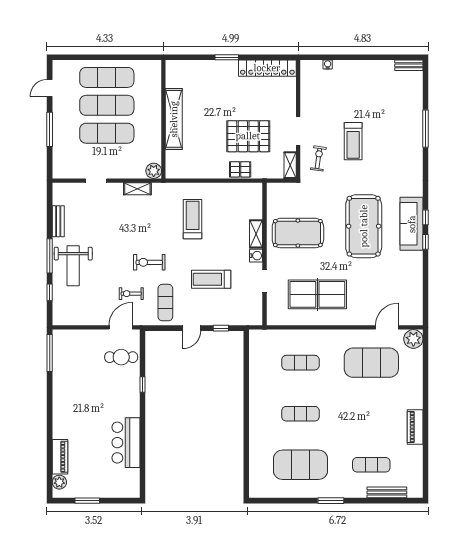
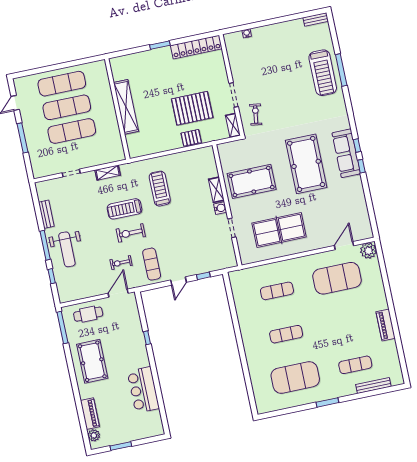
treadmill: (353, 141) -> (323, 73), moved, width x1.37, depth x1.38
plant: (154, 171) -> (118, 154), removed
treadmill: (211, 279) -> (125, 209), moved
cafe table: (121, 357) -> (88, 314), moved
pool table: (75, 398) -> (92, 361), added

